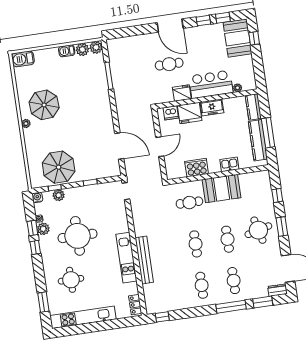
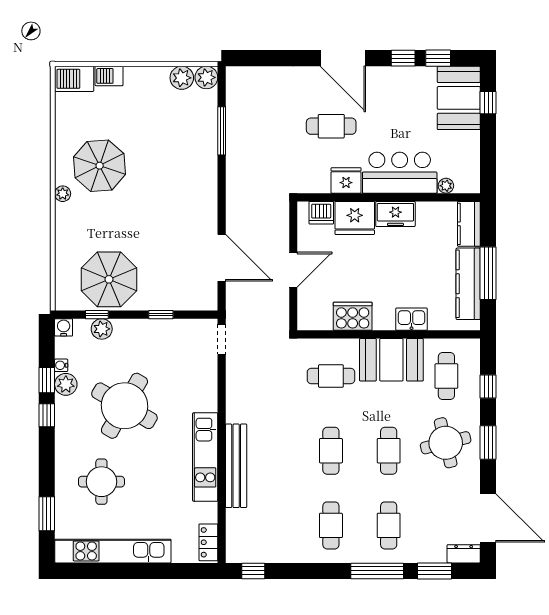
barbecue: (67, 51) -> (109, 76), moved
cafe table: (253, 193) -> (446, 376), added
round table: (78, 236) -> (124, 406), turned 30

